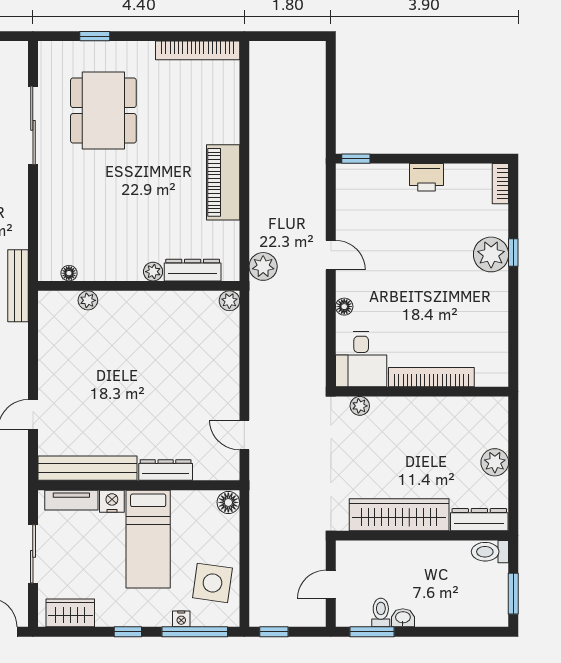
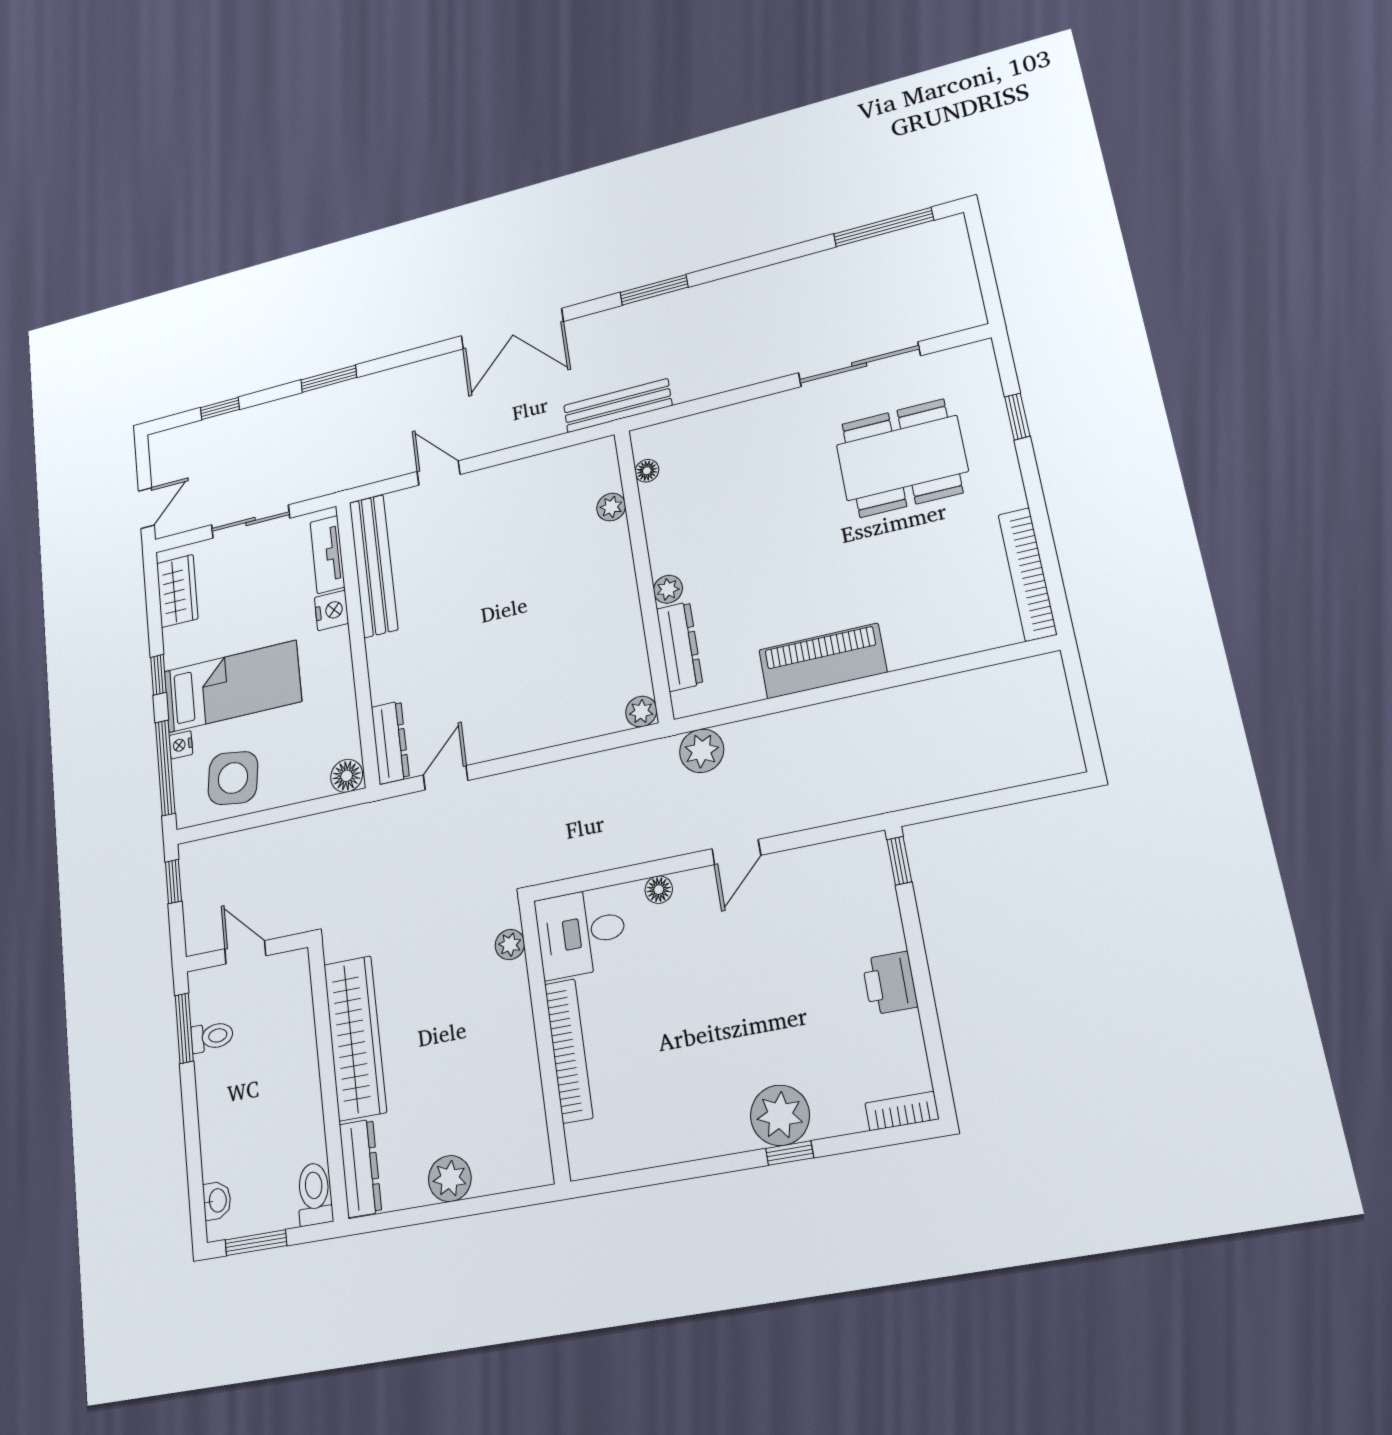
dresser: (166, 470) -> (390, 742), moved
bed: (148, 539) -> (232, 686), moved, turned 180
washbasin: (403, 618) -> (217, 1201), moved

